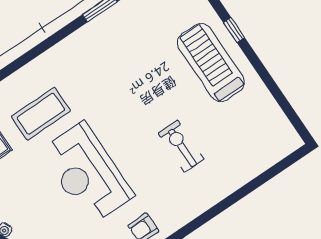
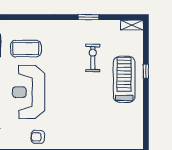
exercise bike: (181, 146) -> (93, 58), moved

